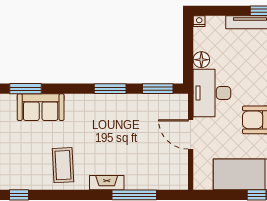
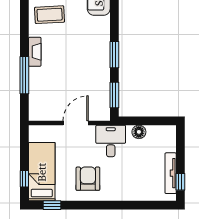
nightstand: (199, 21) -> (172, 130), removed
desk: (212, 93) -> (111, 141), width x0.73

